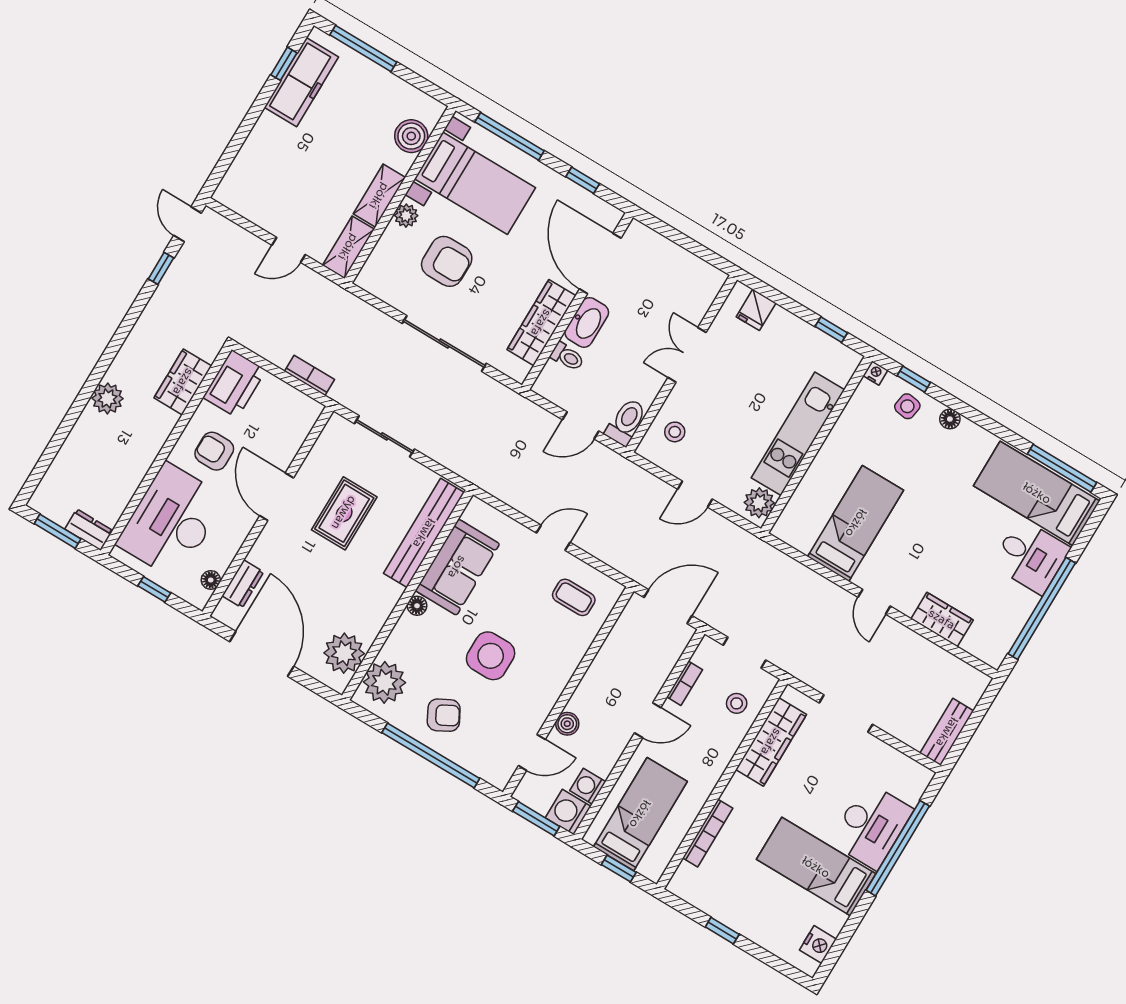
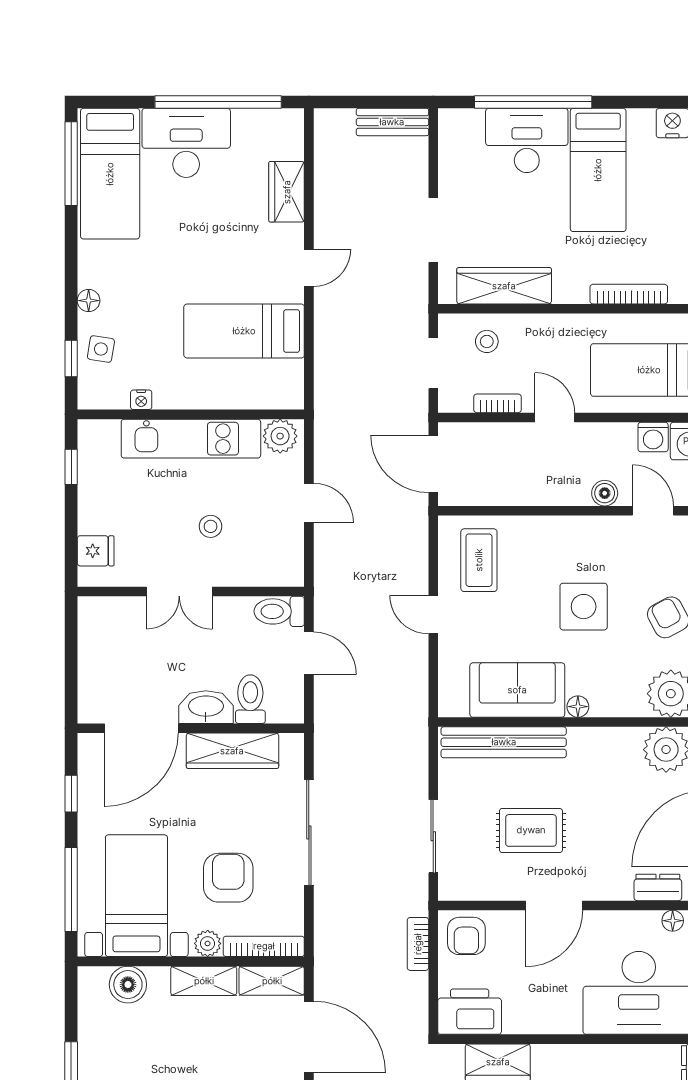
door: (289, 250) -> (309, 1037), width x1.87
bookcase: (378, 257) -> (264, 946), added
toilet: (567, 357) -> (250, 699), width x1.37, depth x1.39
nightstand: (875, 373) -> (141, 400), moved, turned -90
stool: (675, 432) -> (211, 526), moved
armchair: (214, 451) -> (466, 936), moved
desk: (1031, 556) -> (186, 143), width x1.37
coffee table: (574, 597) -> (479, 560), width x1.36, depth x1.30

